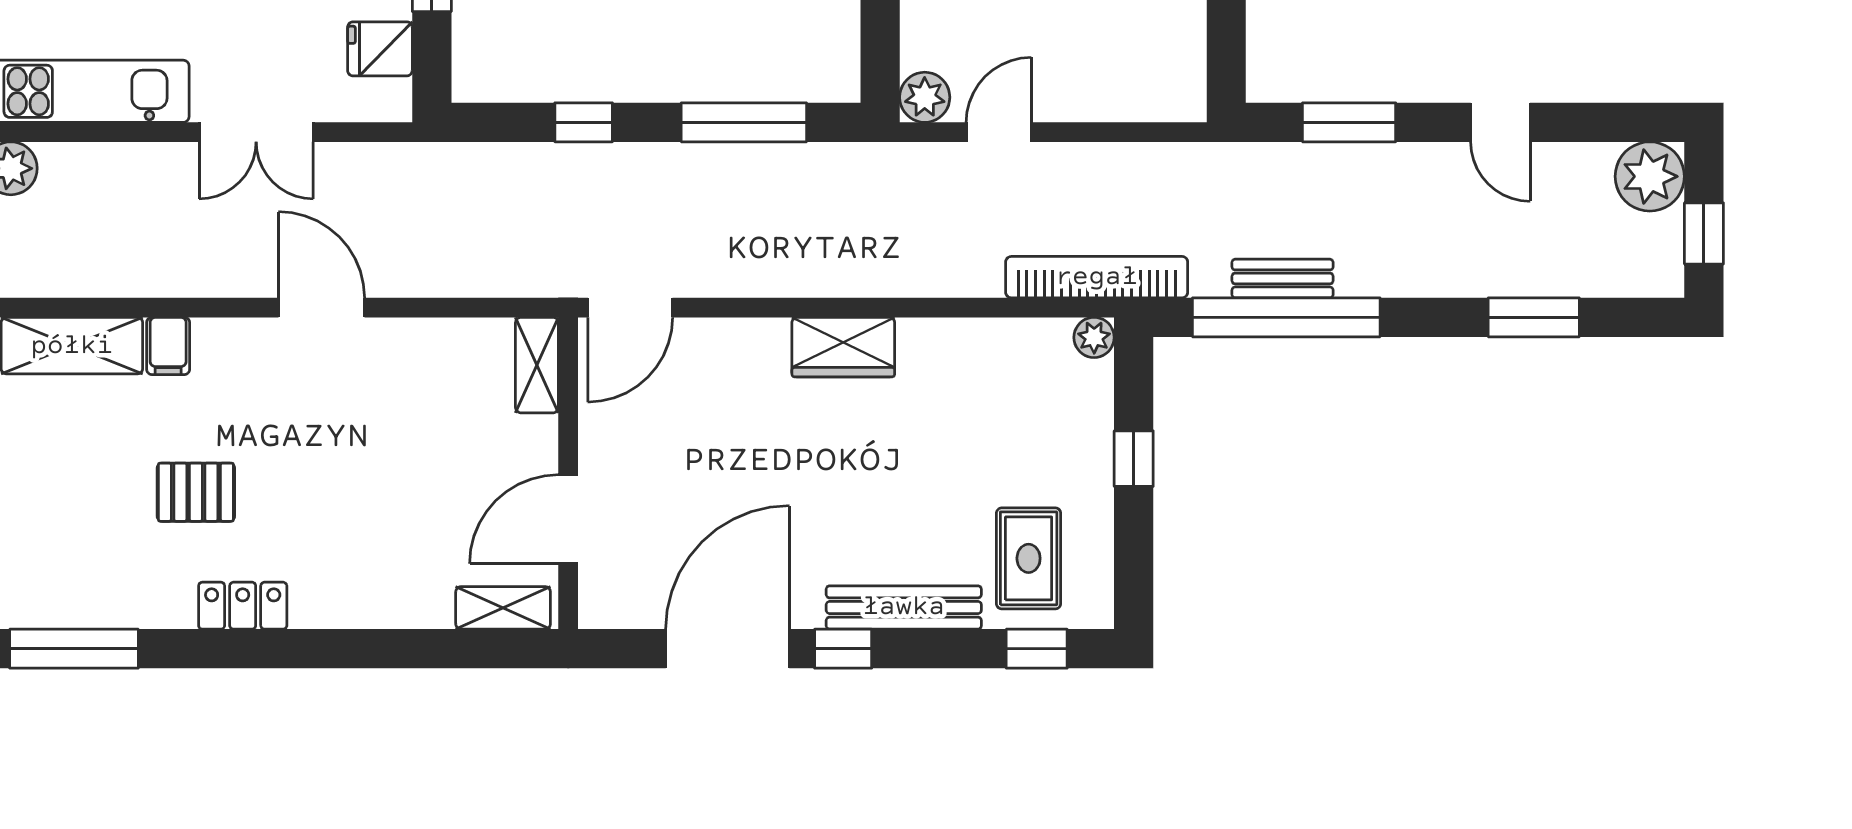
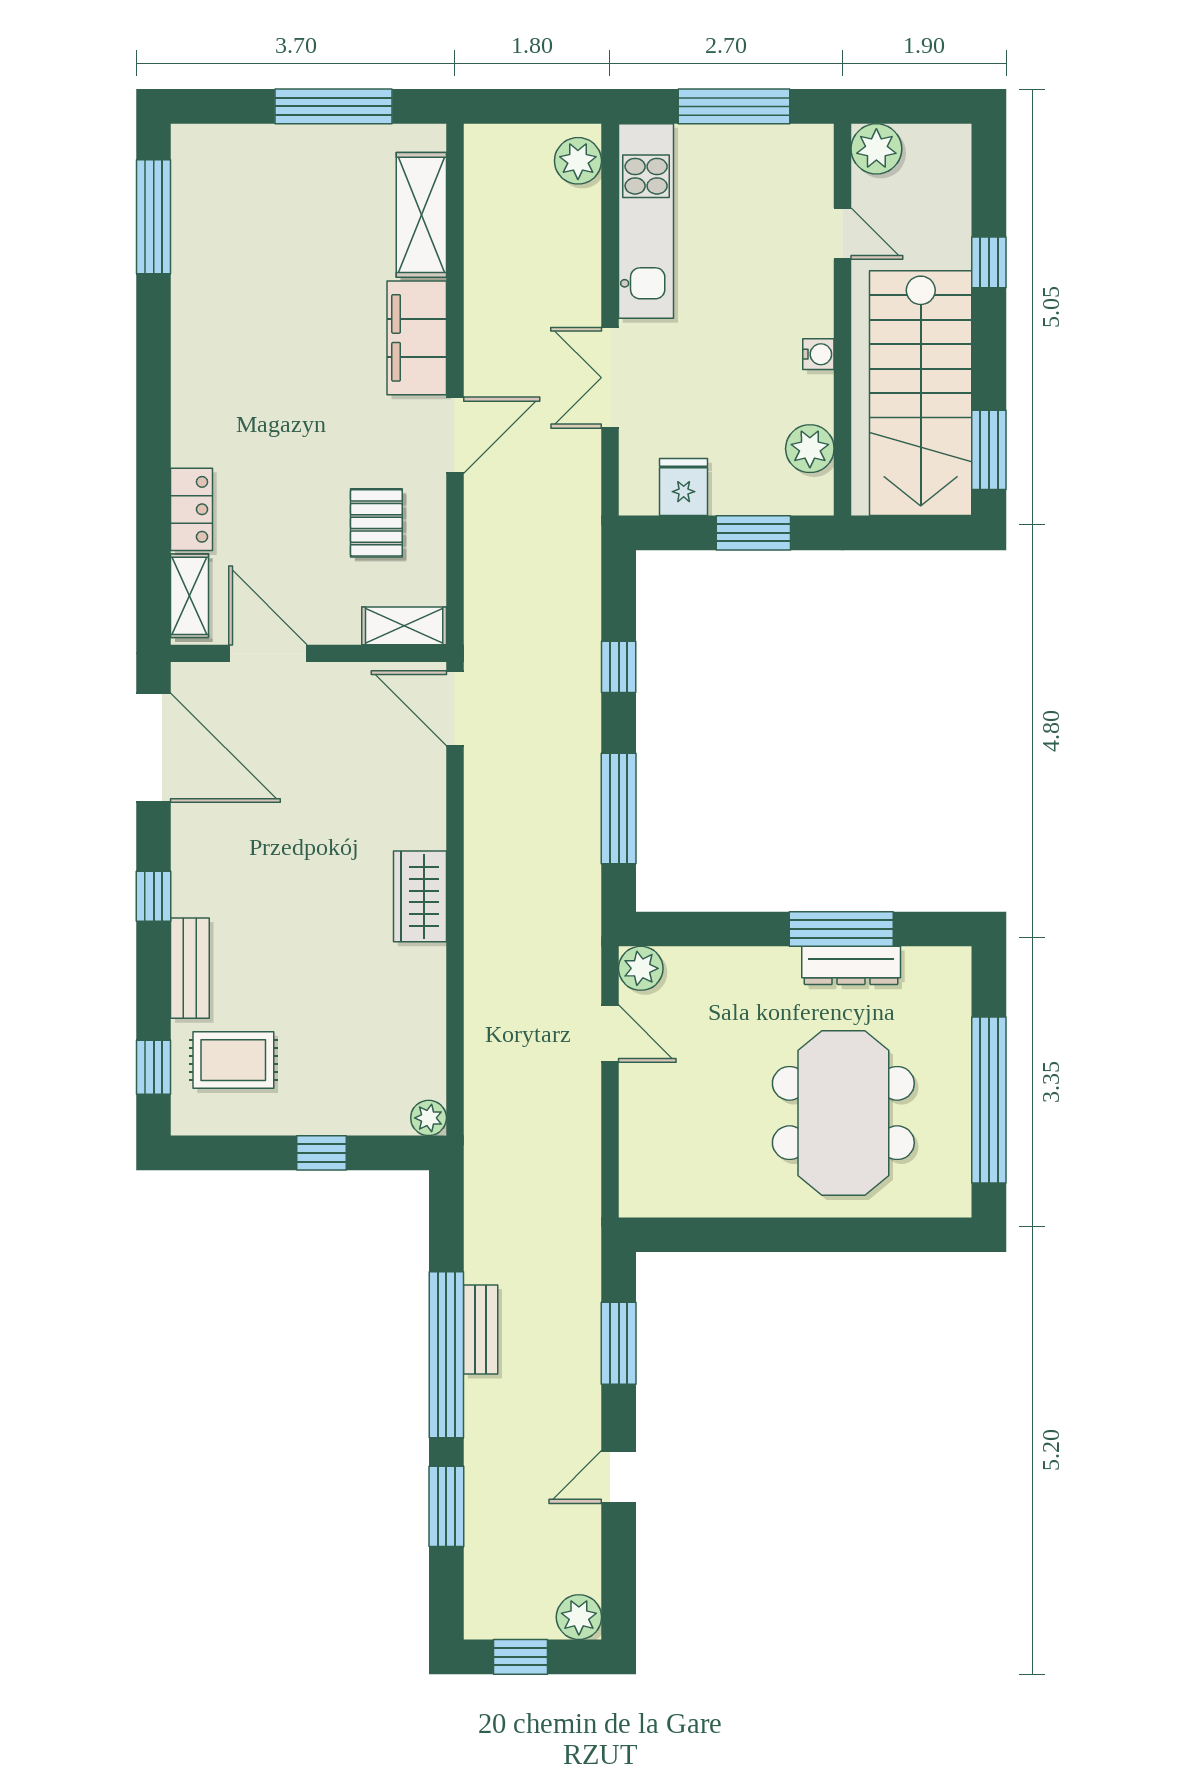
plant: (1650, 176) -> (579, 1617), width x0.73, depth x0.73
bookcase: (1097, 277) -> (482, 1120), removed
bench: (1283, 278) -> (481, 1330), moved
window: (1286, 317) -> (446, 1355), moved
filing cabinet: (168, 346) -> (417, 338), width x3.00, depth x1.17
pallet: (196, 492) -> (376, 523), moved
locker: (243, 606) -> (192, 509), moved
bench: (904, 607) -> (190, 968), width x0.73
door: (728, 649) -> (154, 748), moved

